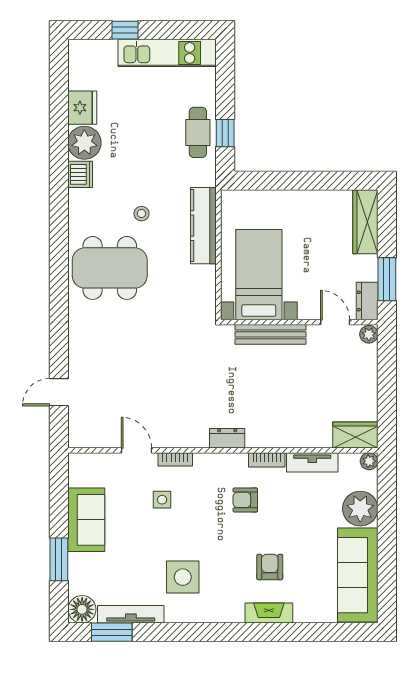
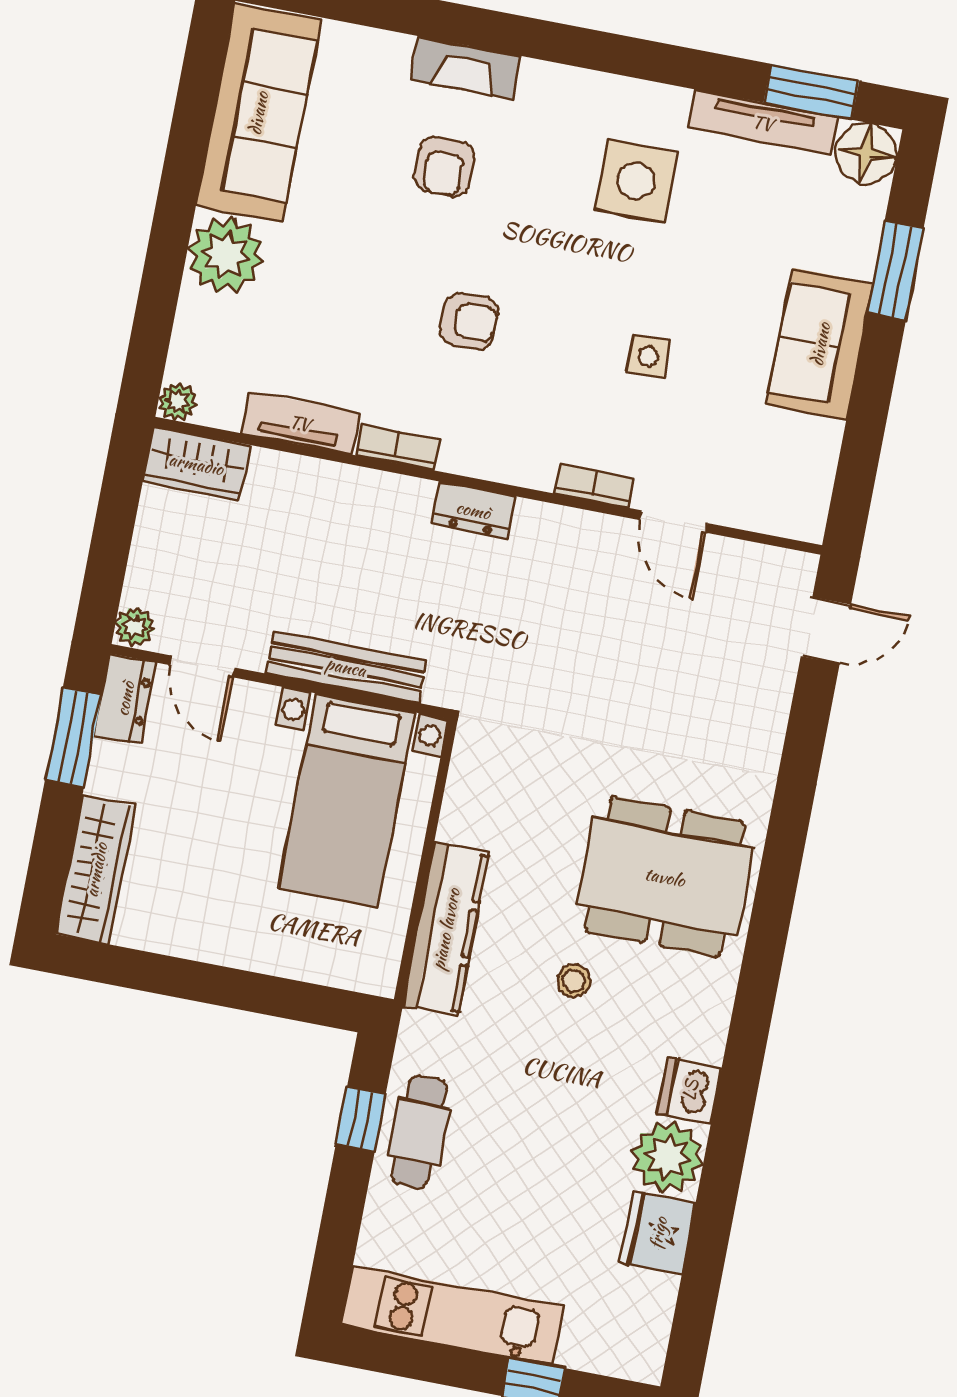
wardrobe: (355, 435) -> (196, 464), moved
dresser: (227, 438) -> (473, 510), moved
door: (136, 450) -> (674, 522), moved
wall: (223, 450) -> (488, 486), moved
bookcase: (175, 459) -> (594, 486), moved
bookcase: (267, 460) -> (397, 447), moved
plant: (369, 461) -> (177, 402), moved
tv unit: (312, 462) -> (300, 423), moved

